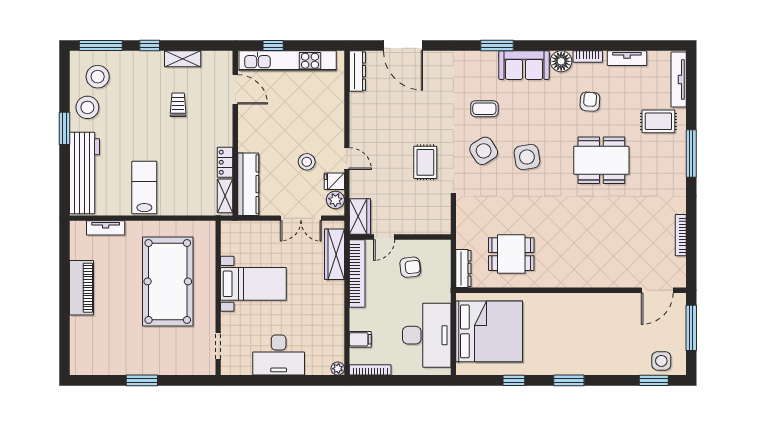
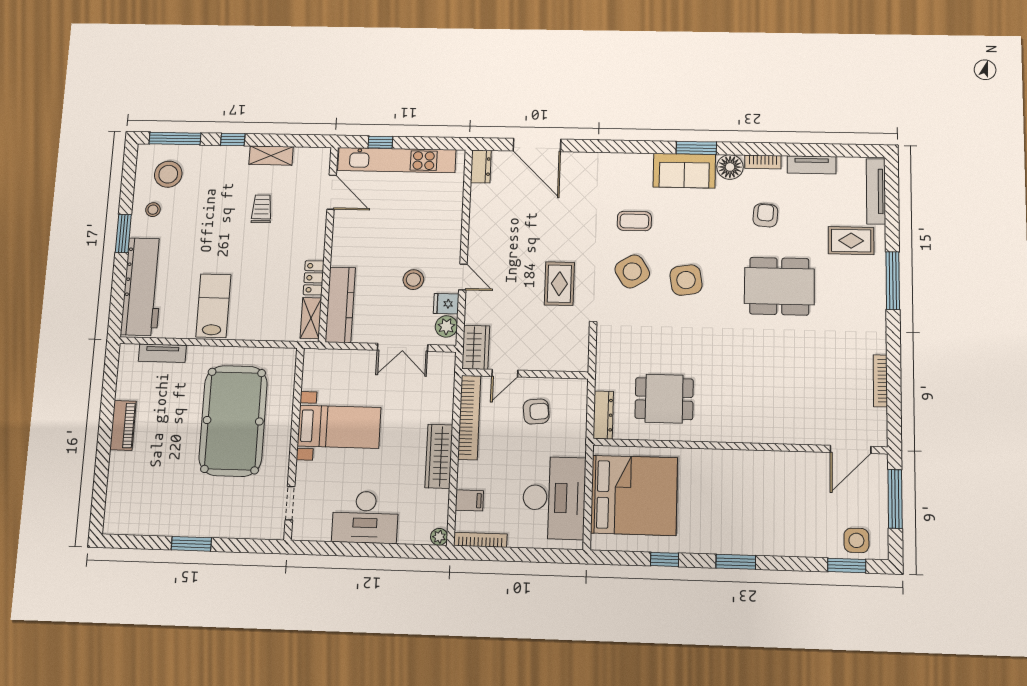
window: (497, 46) -> (696, 148), moved
dresser: (357, 71) -> (481, 166), width x0.70
stool: (87, 107) -> (153, 210), width x0.53, depth x0.53
wardrobe: (335, 254) -> (439, 456), moved
piano: (82, 288) -> (123, 425), width x0.73, depth x0.75

